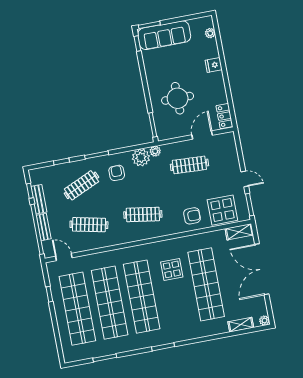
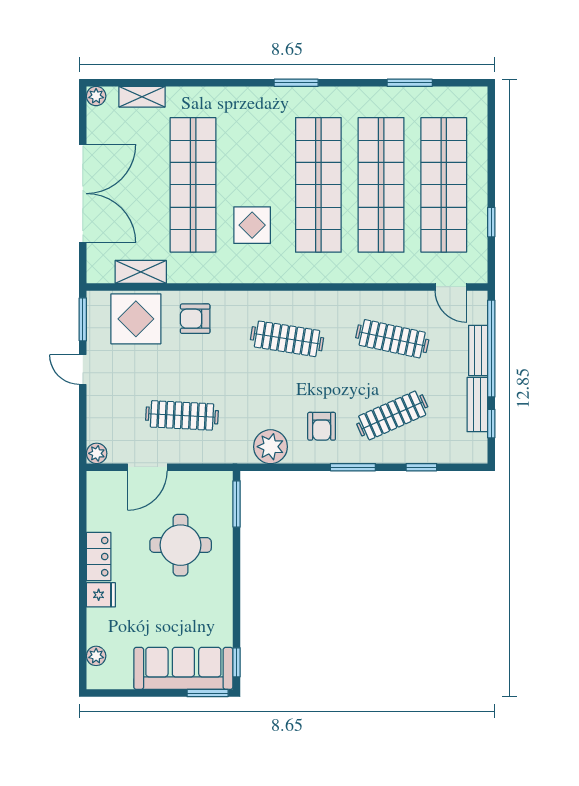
locker: (224, 116) -> (99, 557), moved
plant: (155, 151) -> (97, 453), moved
shelving: (239, 232) -> (141, 272), moved

